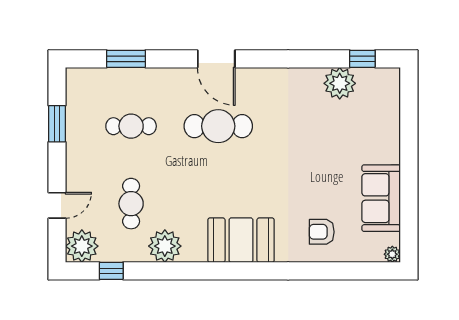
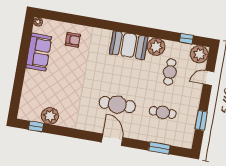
booth: (241, 240) -> (129, 45), moved

